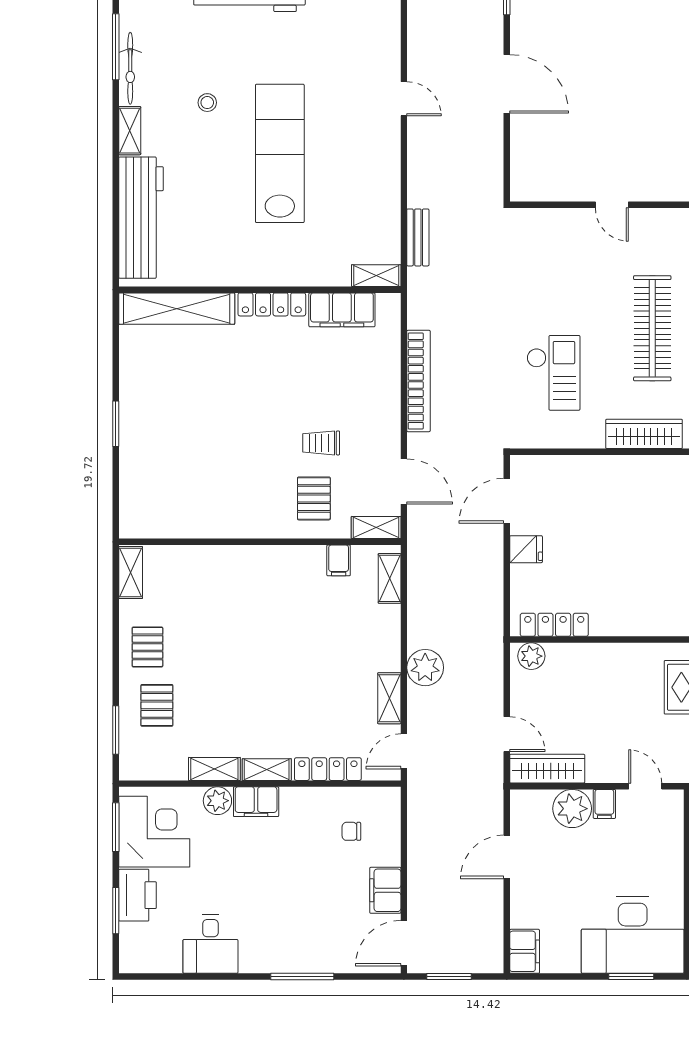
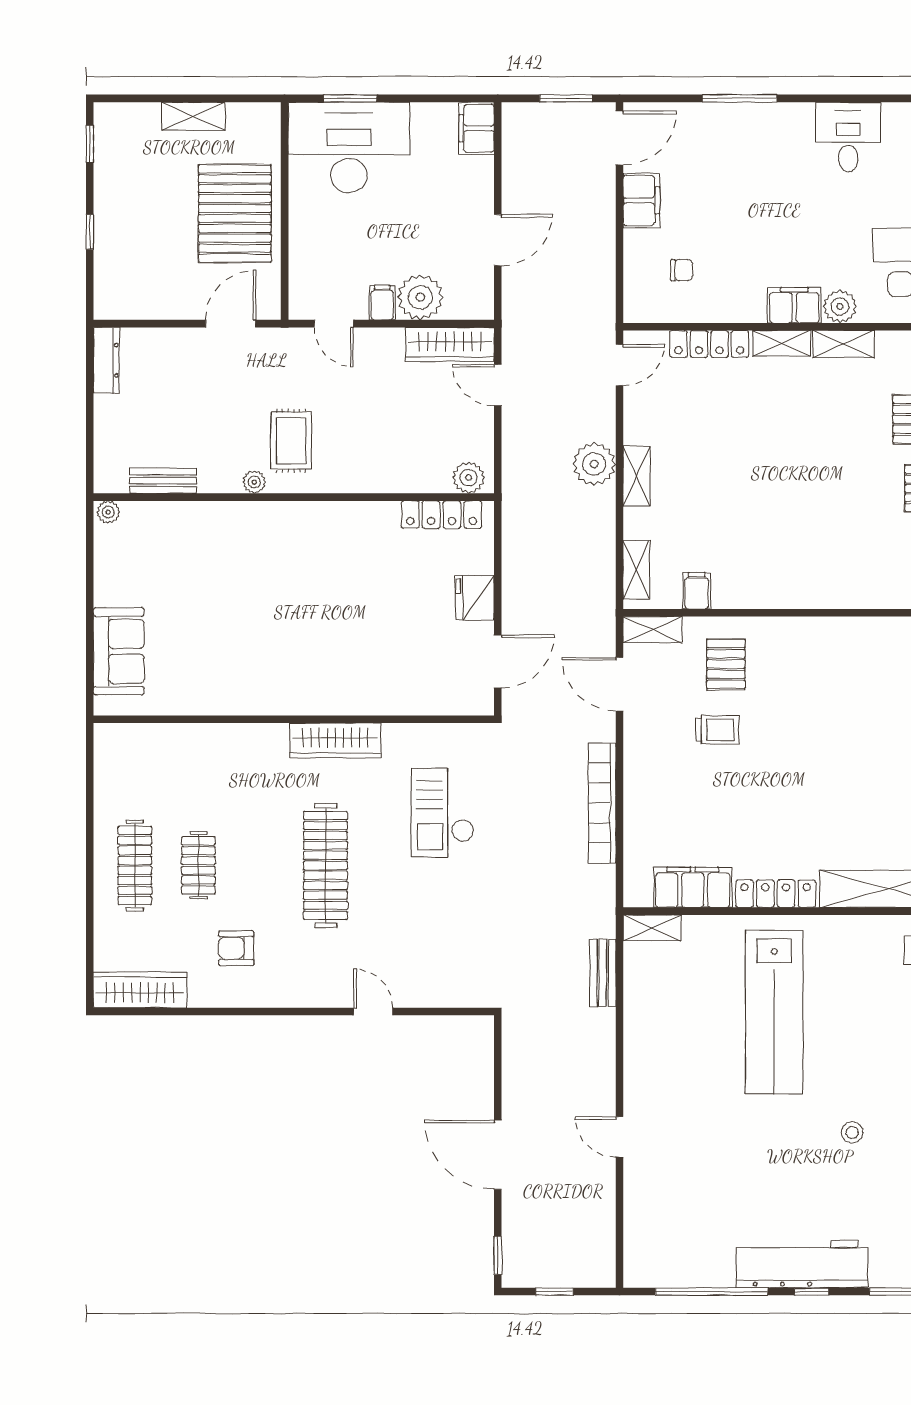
lab bench: (280, 153) -> (774, 1012), moved
fridge: (526, 549) -> (475, 598), width x1.38
shelving: (389, 698) -> (637, 476), moved

